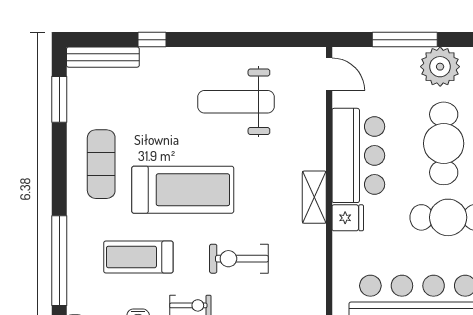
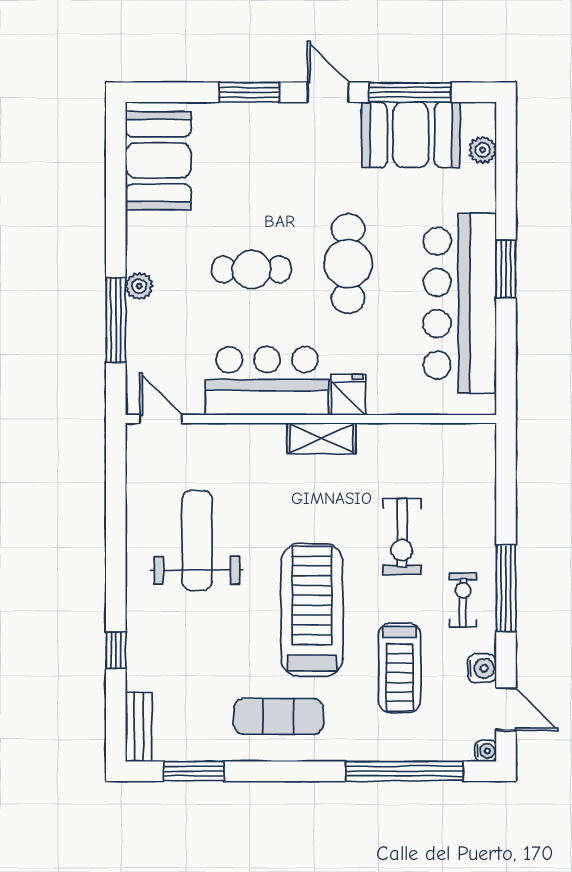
bench: (103, 57) -> (139, 727), width x0.73
plant: (440, 67) -> (139, 286), width x0.53, depth x0.53
door: (329, 74) -> (161, 419), hinge flipped
weight bench: (236, 102) -> (197, 540), turned 180
cafe table: (444, 143) -> (251, 269), width x0.73, depth x0.74

